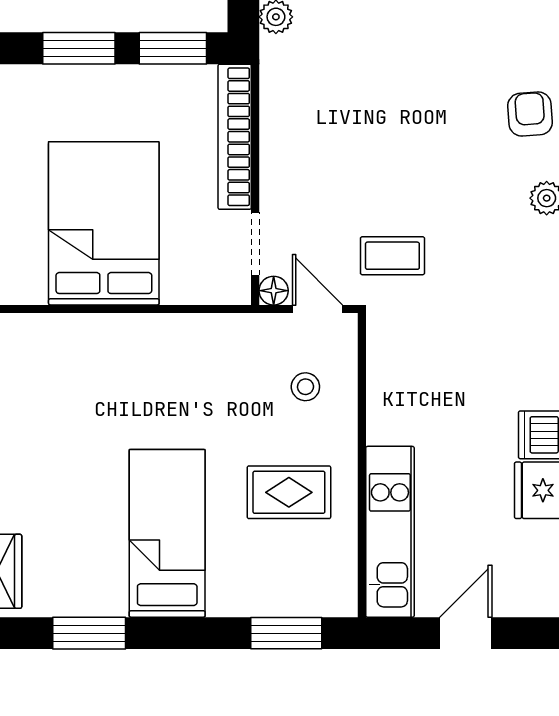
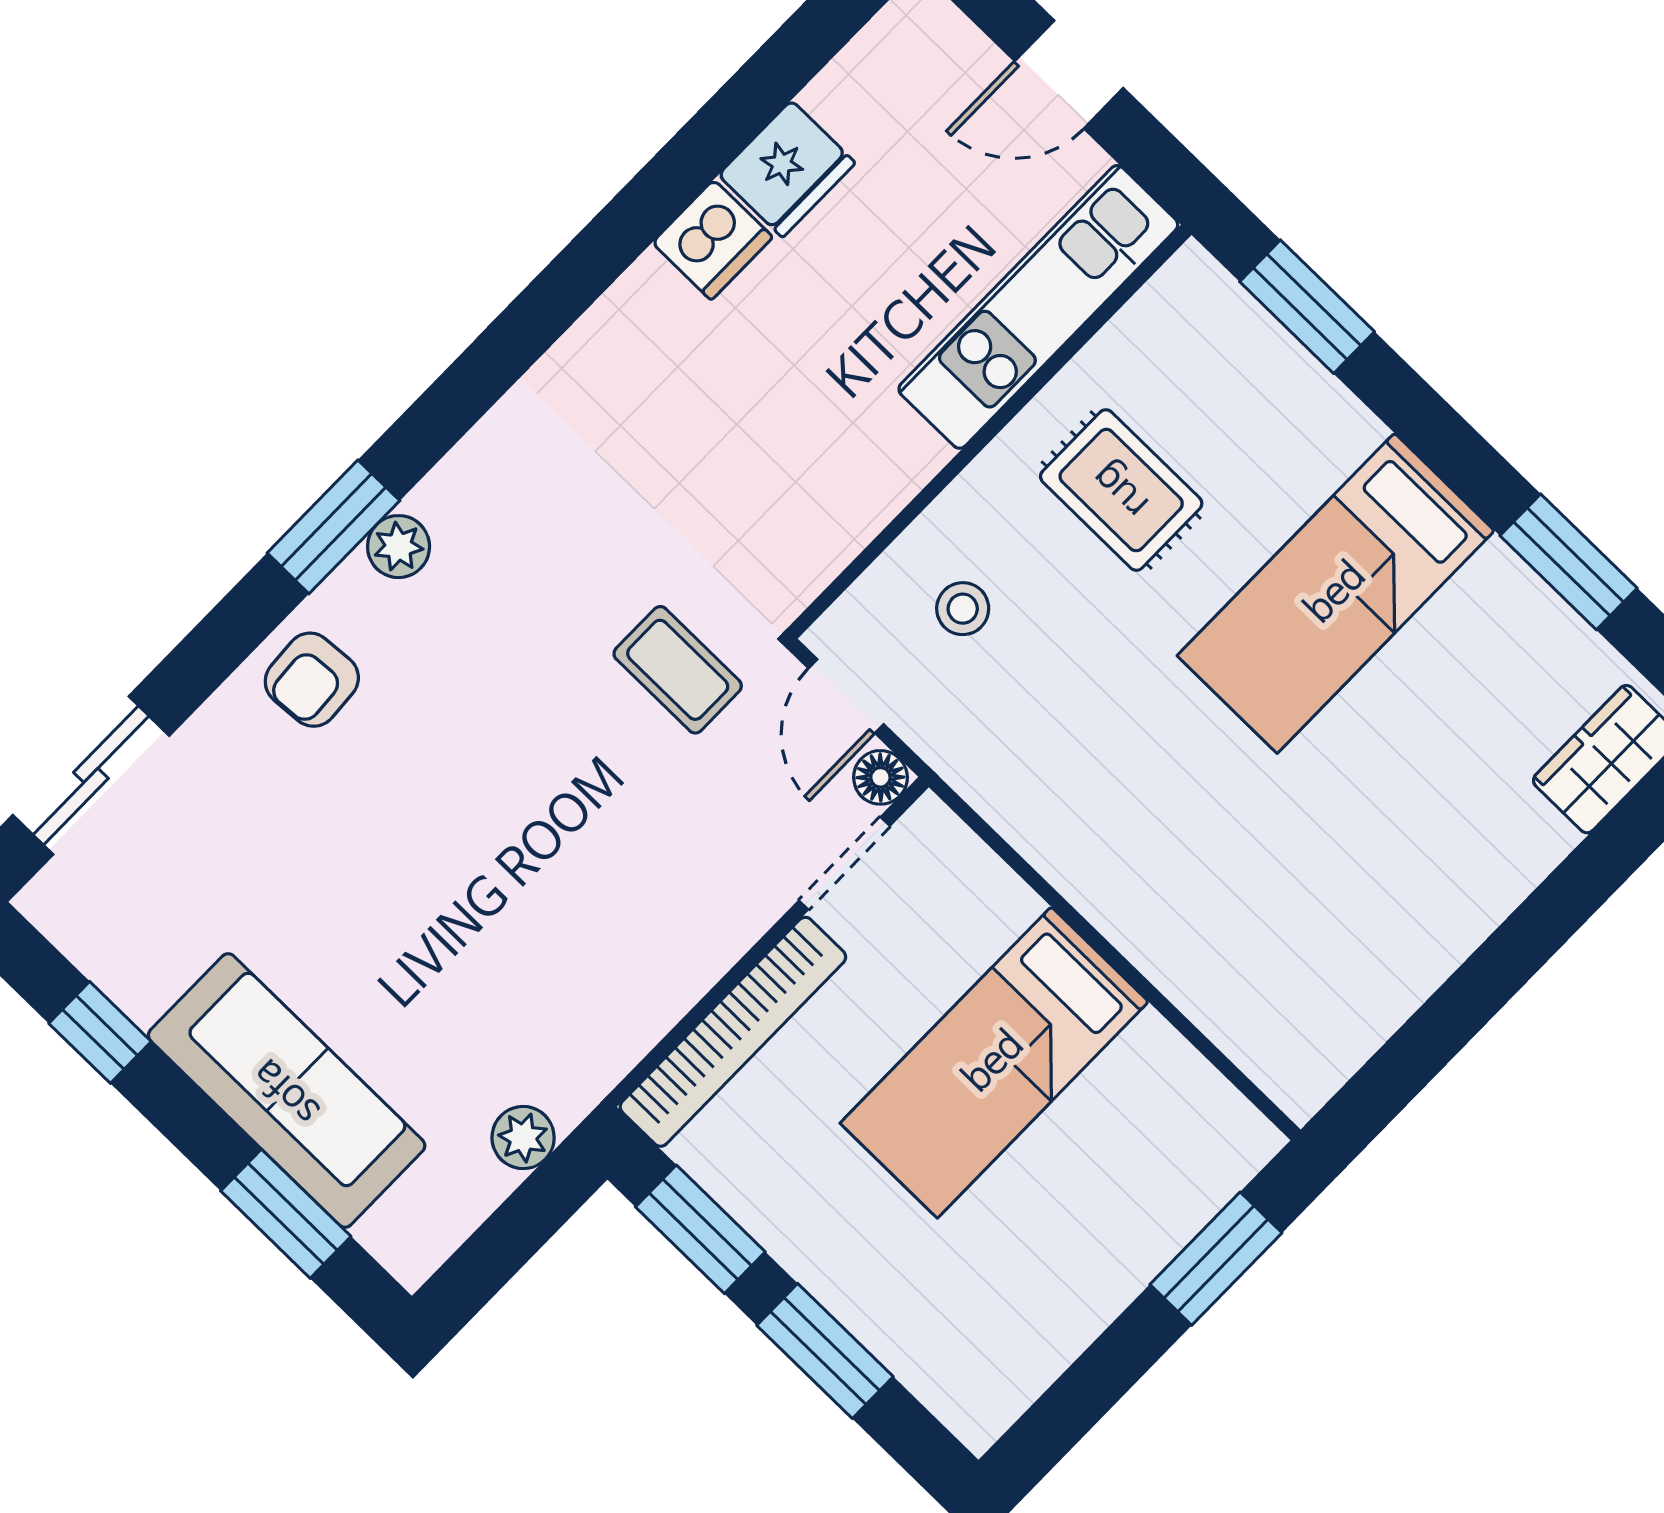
bed: (104, 223) -> (994, 1062), width x0.67

